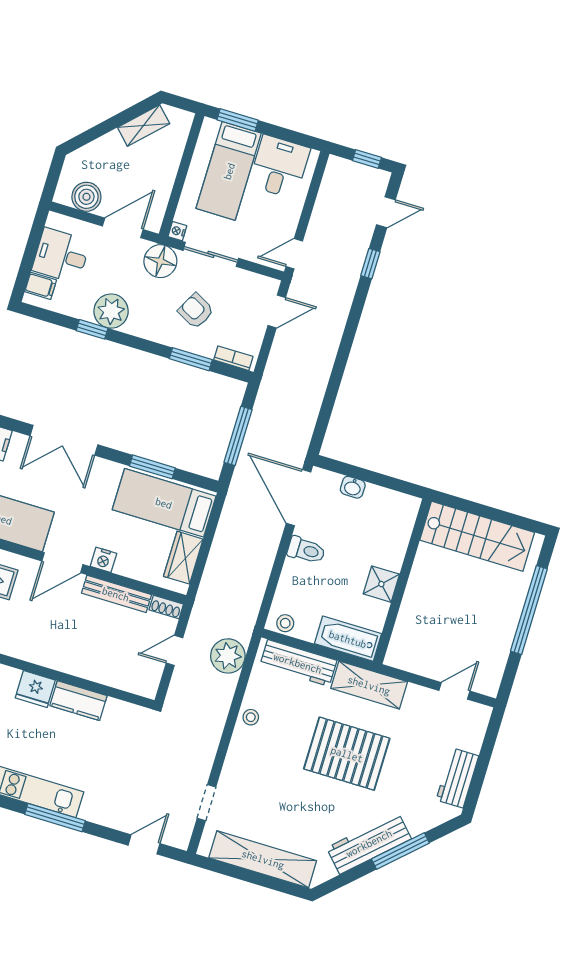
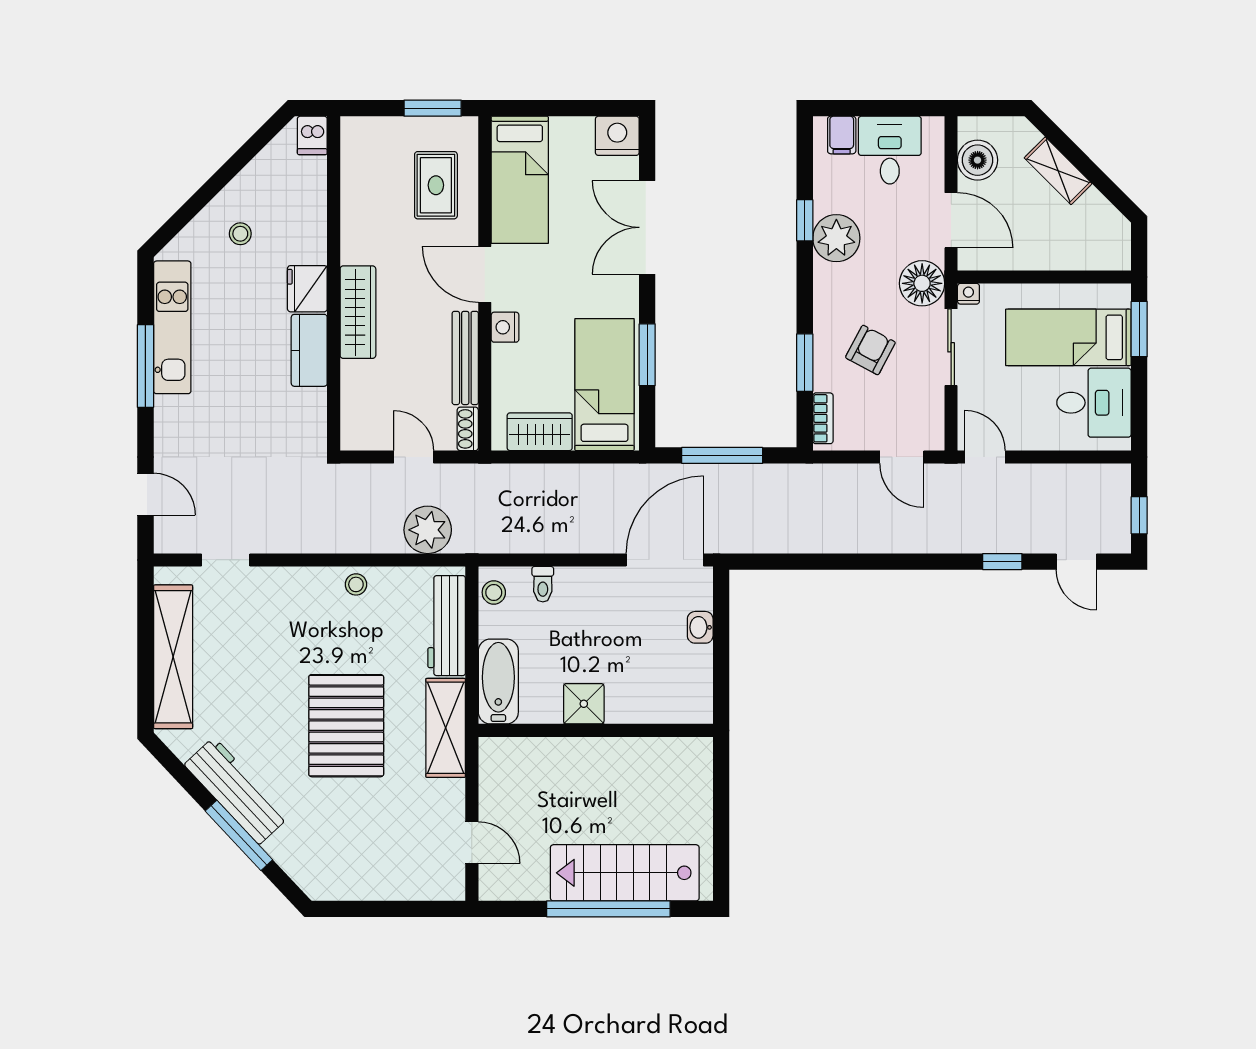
shelving: (144, 125) -> (1058, 171), moved
stairs: (477, 536) -> (625, 873), moved, turned 90
toilet: (306, 550) -> (543, 584), moved, width x0.73, depth x0.72
wardrobe: (62, 659) -> (358, 312), added
workbench: (457, 778) -> (358, 881), removed

